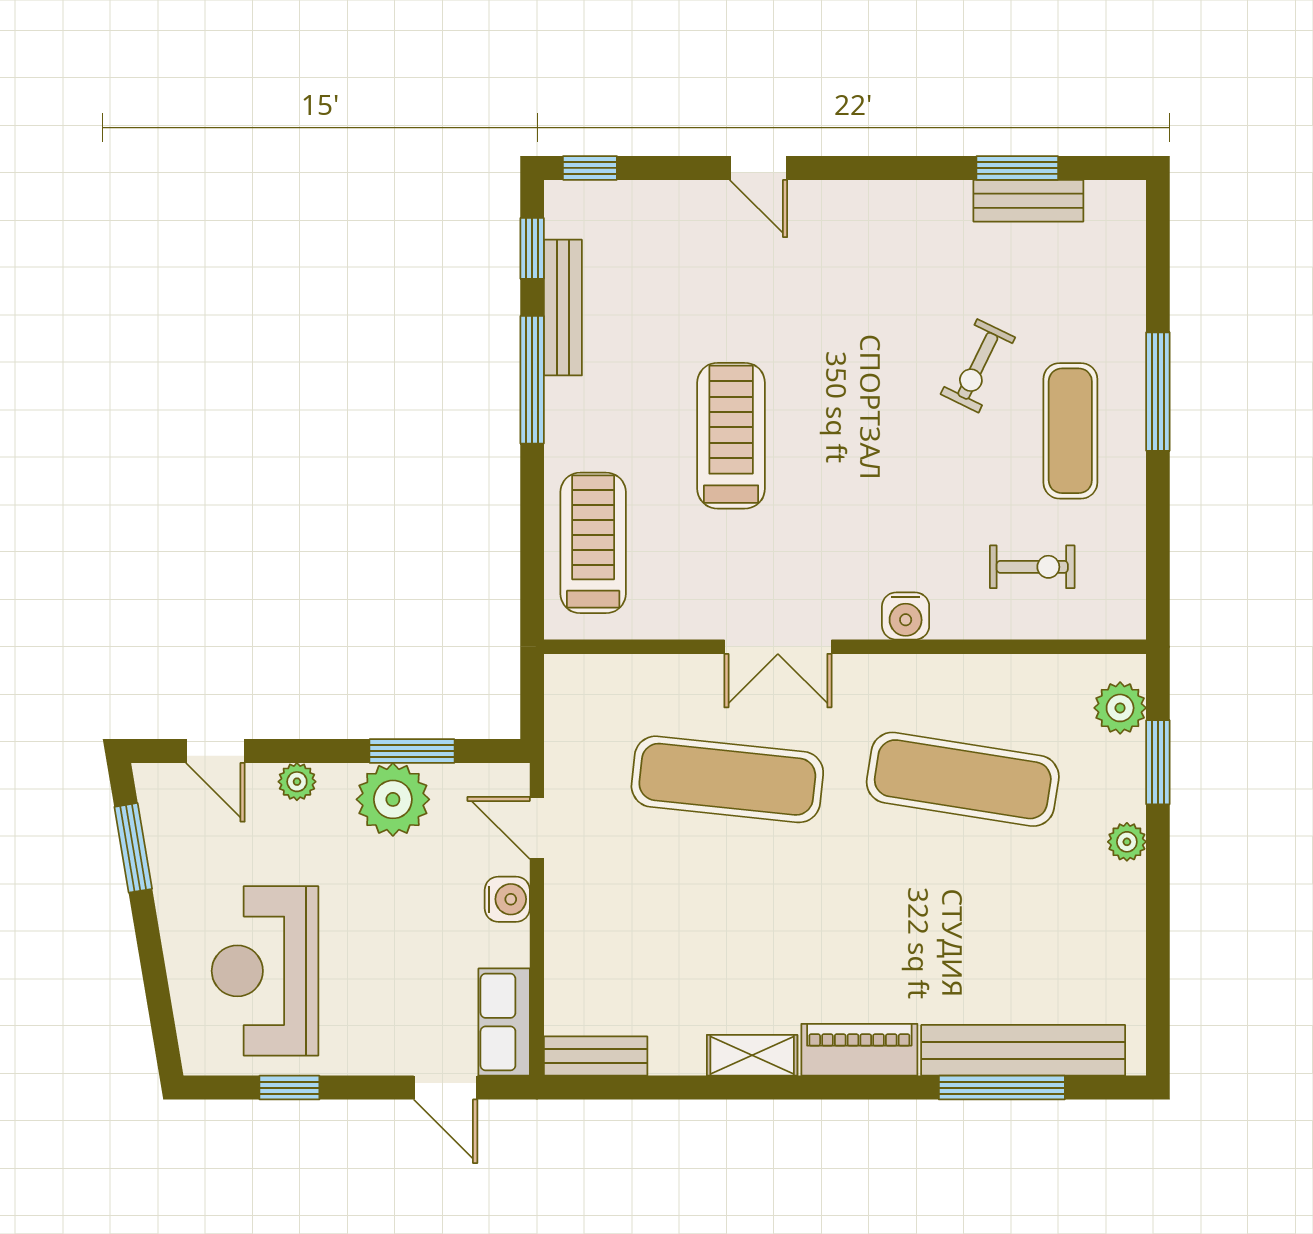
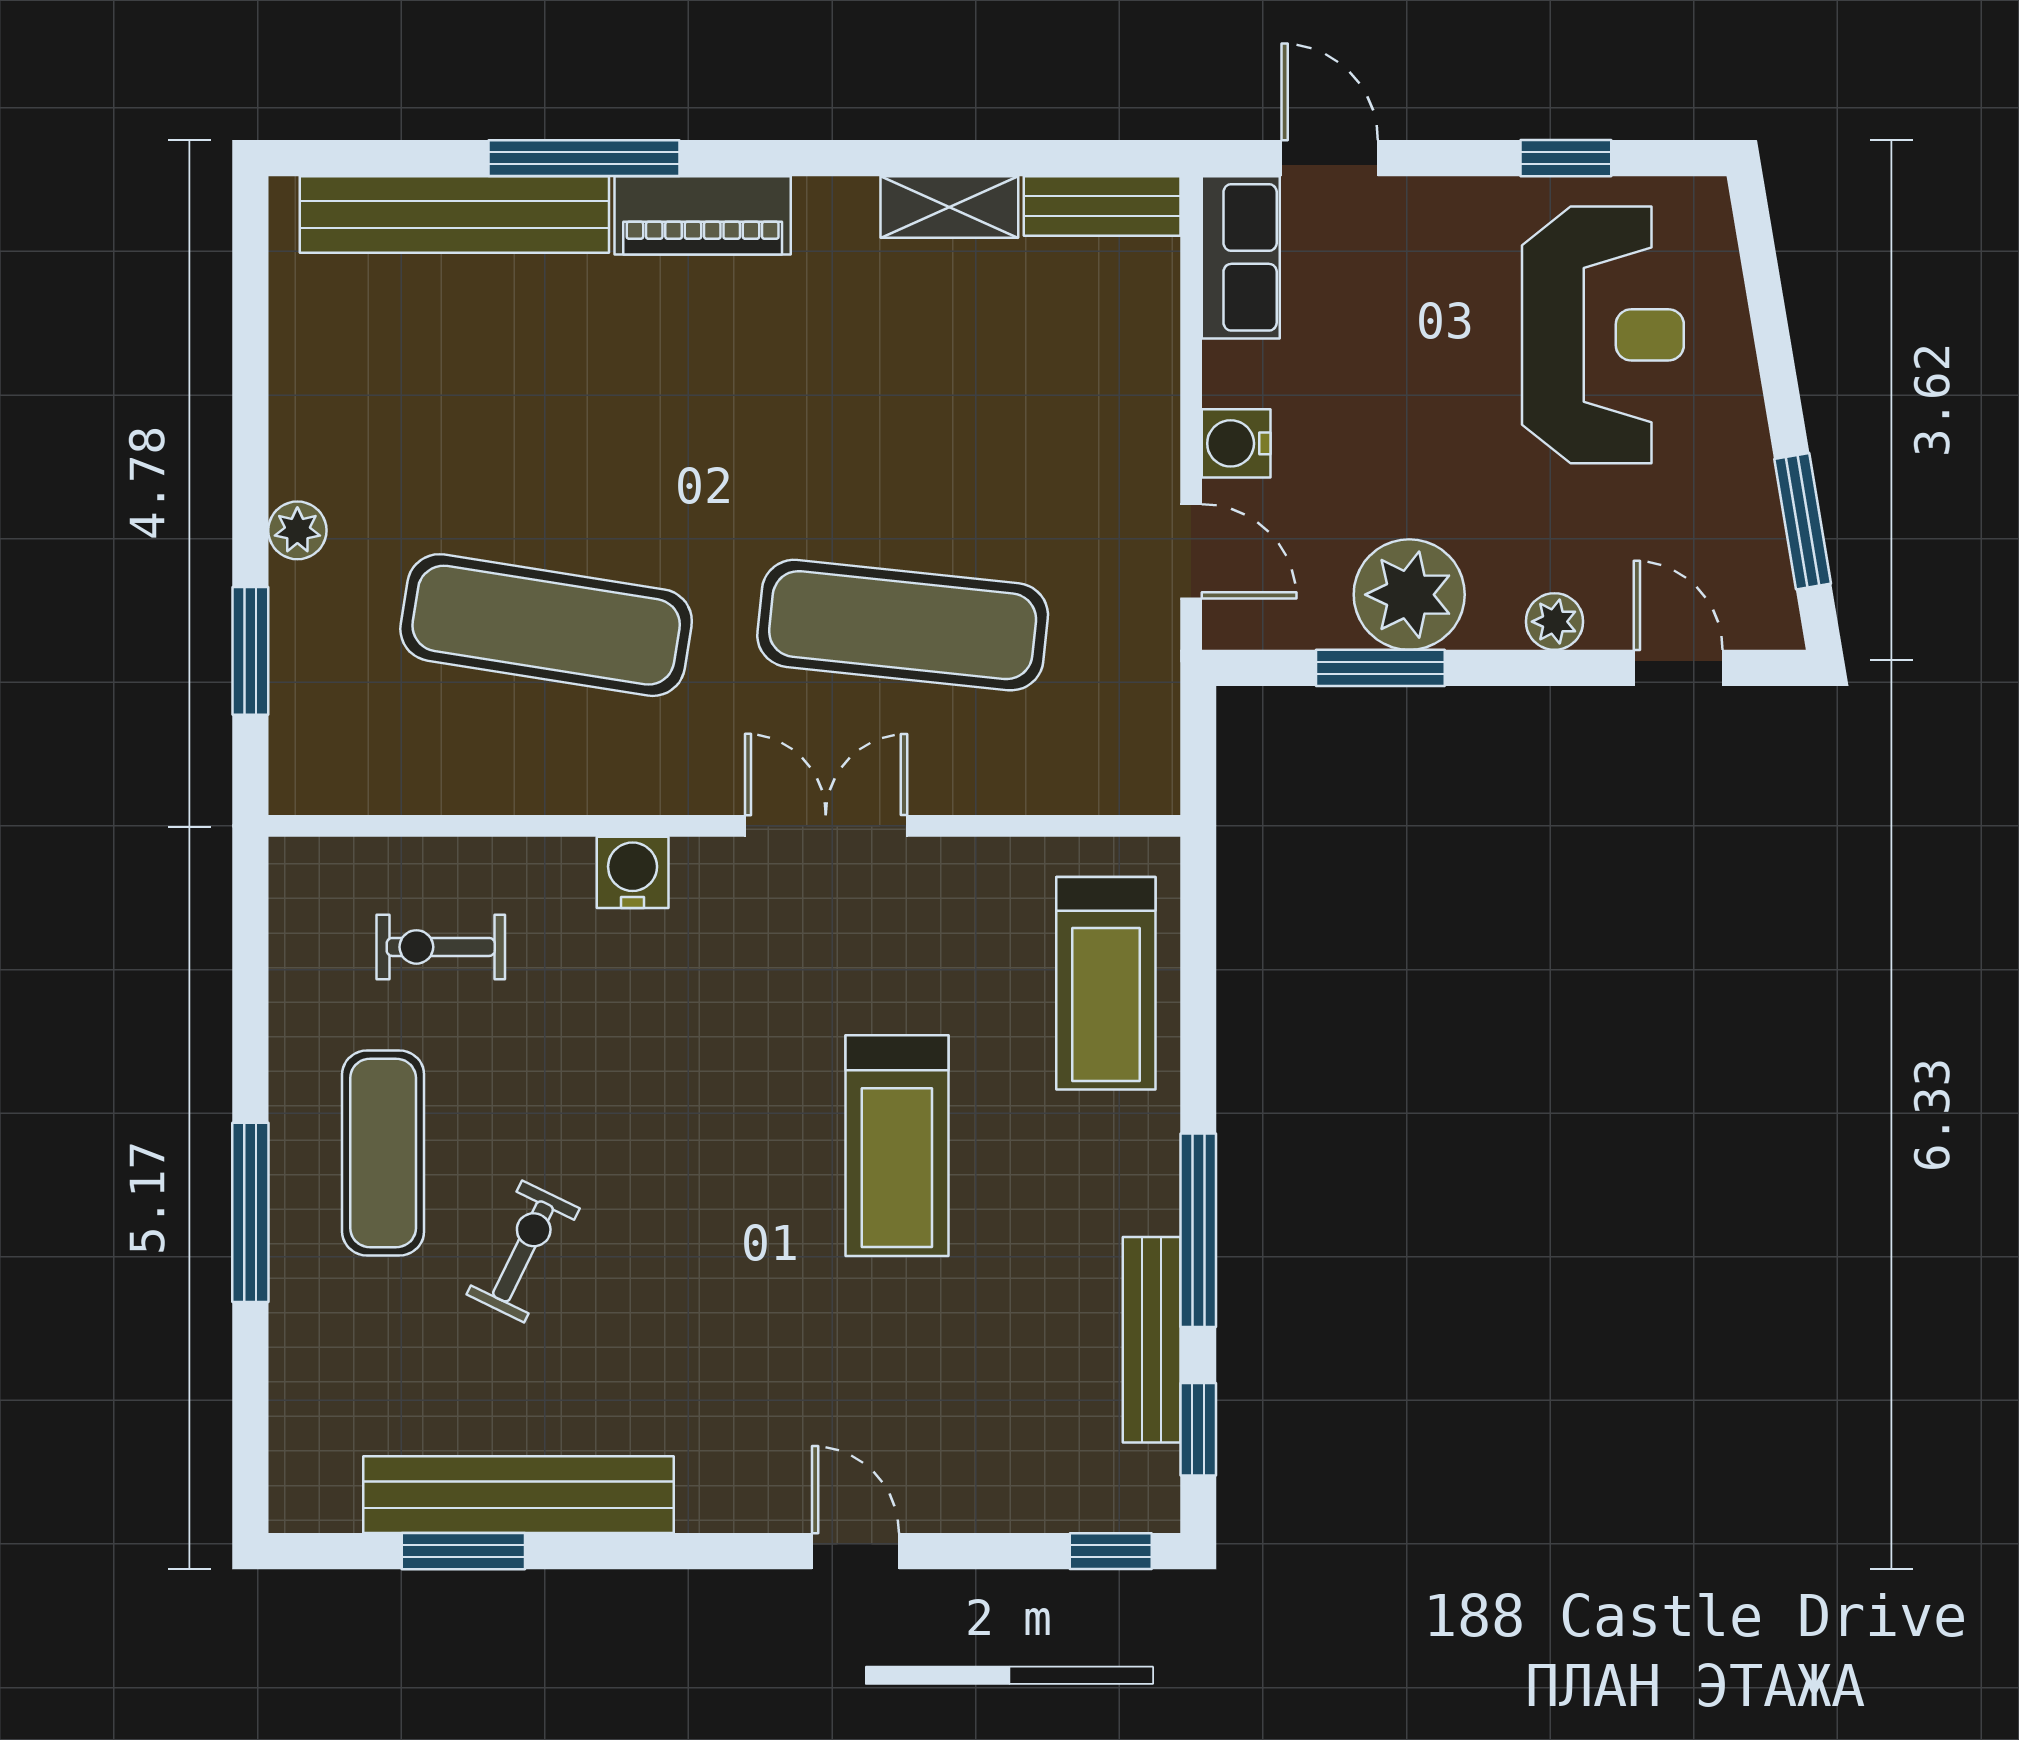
bench: (1028, 201) -> (519, 1495), width x1.86, depth x1.21
plant: (1120, 708) -> (308, 733), removed
shelving: (752, 1055) -> (949, 207), moved
window: (1002, 1088) -> (584, 158), moved

